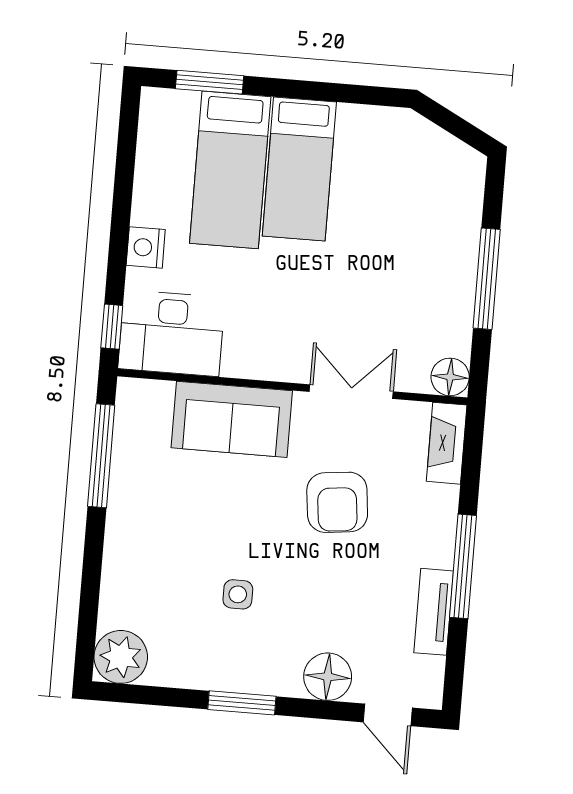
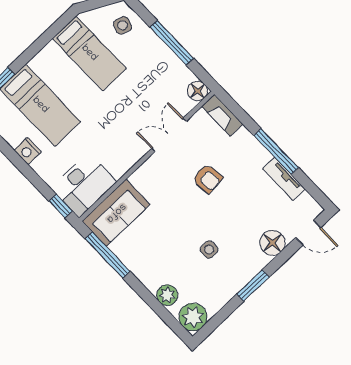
bed: (299, 169) -> (89, 53), moved
side table: (449, 186) -> (122, 25), added
nightstand: (146, 247) -> (28, 151), moved
sofa: (232, 419) -> (116, 213), moved
armchair: (337, 502) -> (207, 179), width x0.72, depth x0.72
plant: (119, 592) -> (167, 295), added

